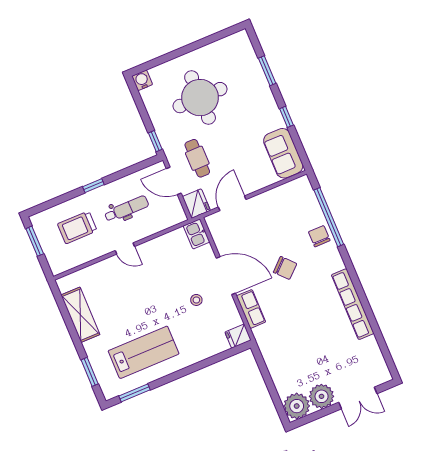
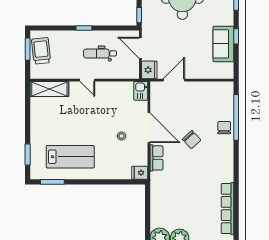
sofa: (283, 153) -> (223, 44), moved
cafe table: (197, 158) -> (163, 39), removed
dental chair: (127, 209) -> (100, 53), turned 180
trolley: (77, 227) -> (41, 51), moved, turned 84
row of seats: (353, 304) -> (227, 209), moved
shelving: (80, 315) -> (49, 89), moved, turned 90

